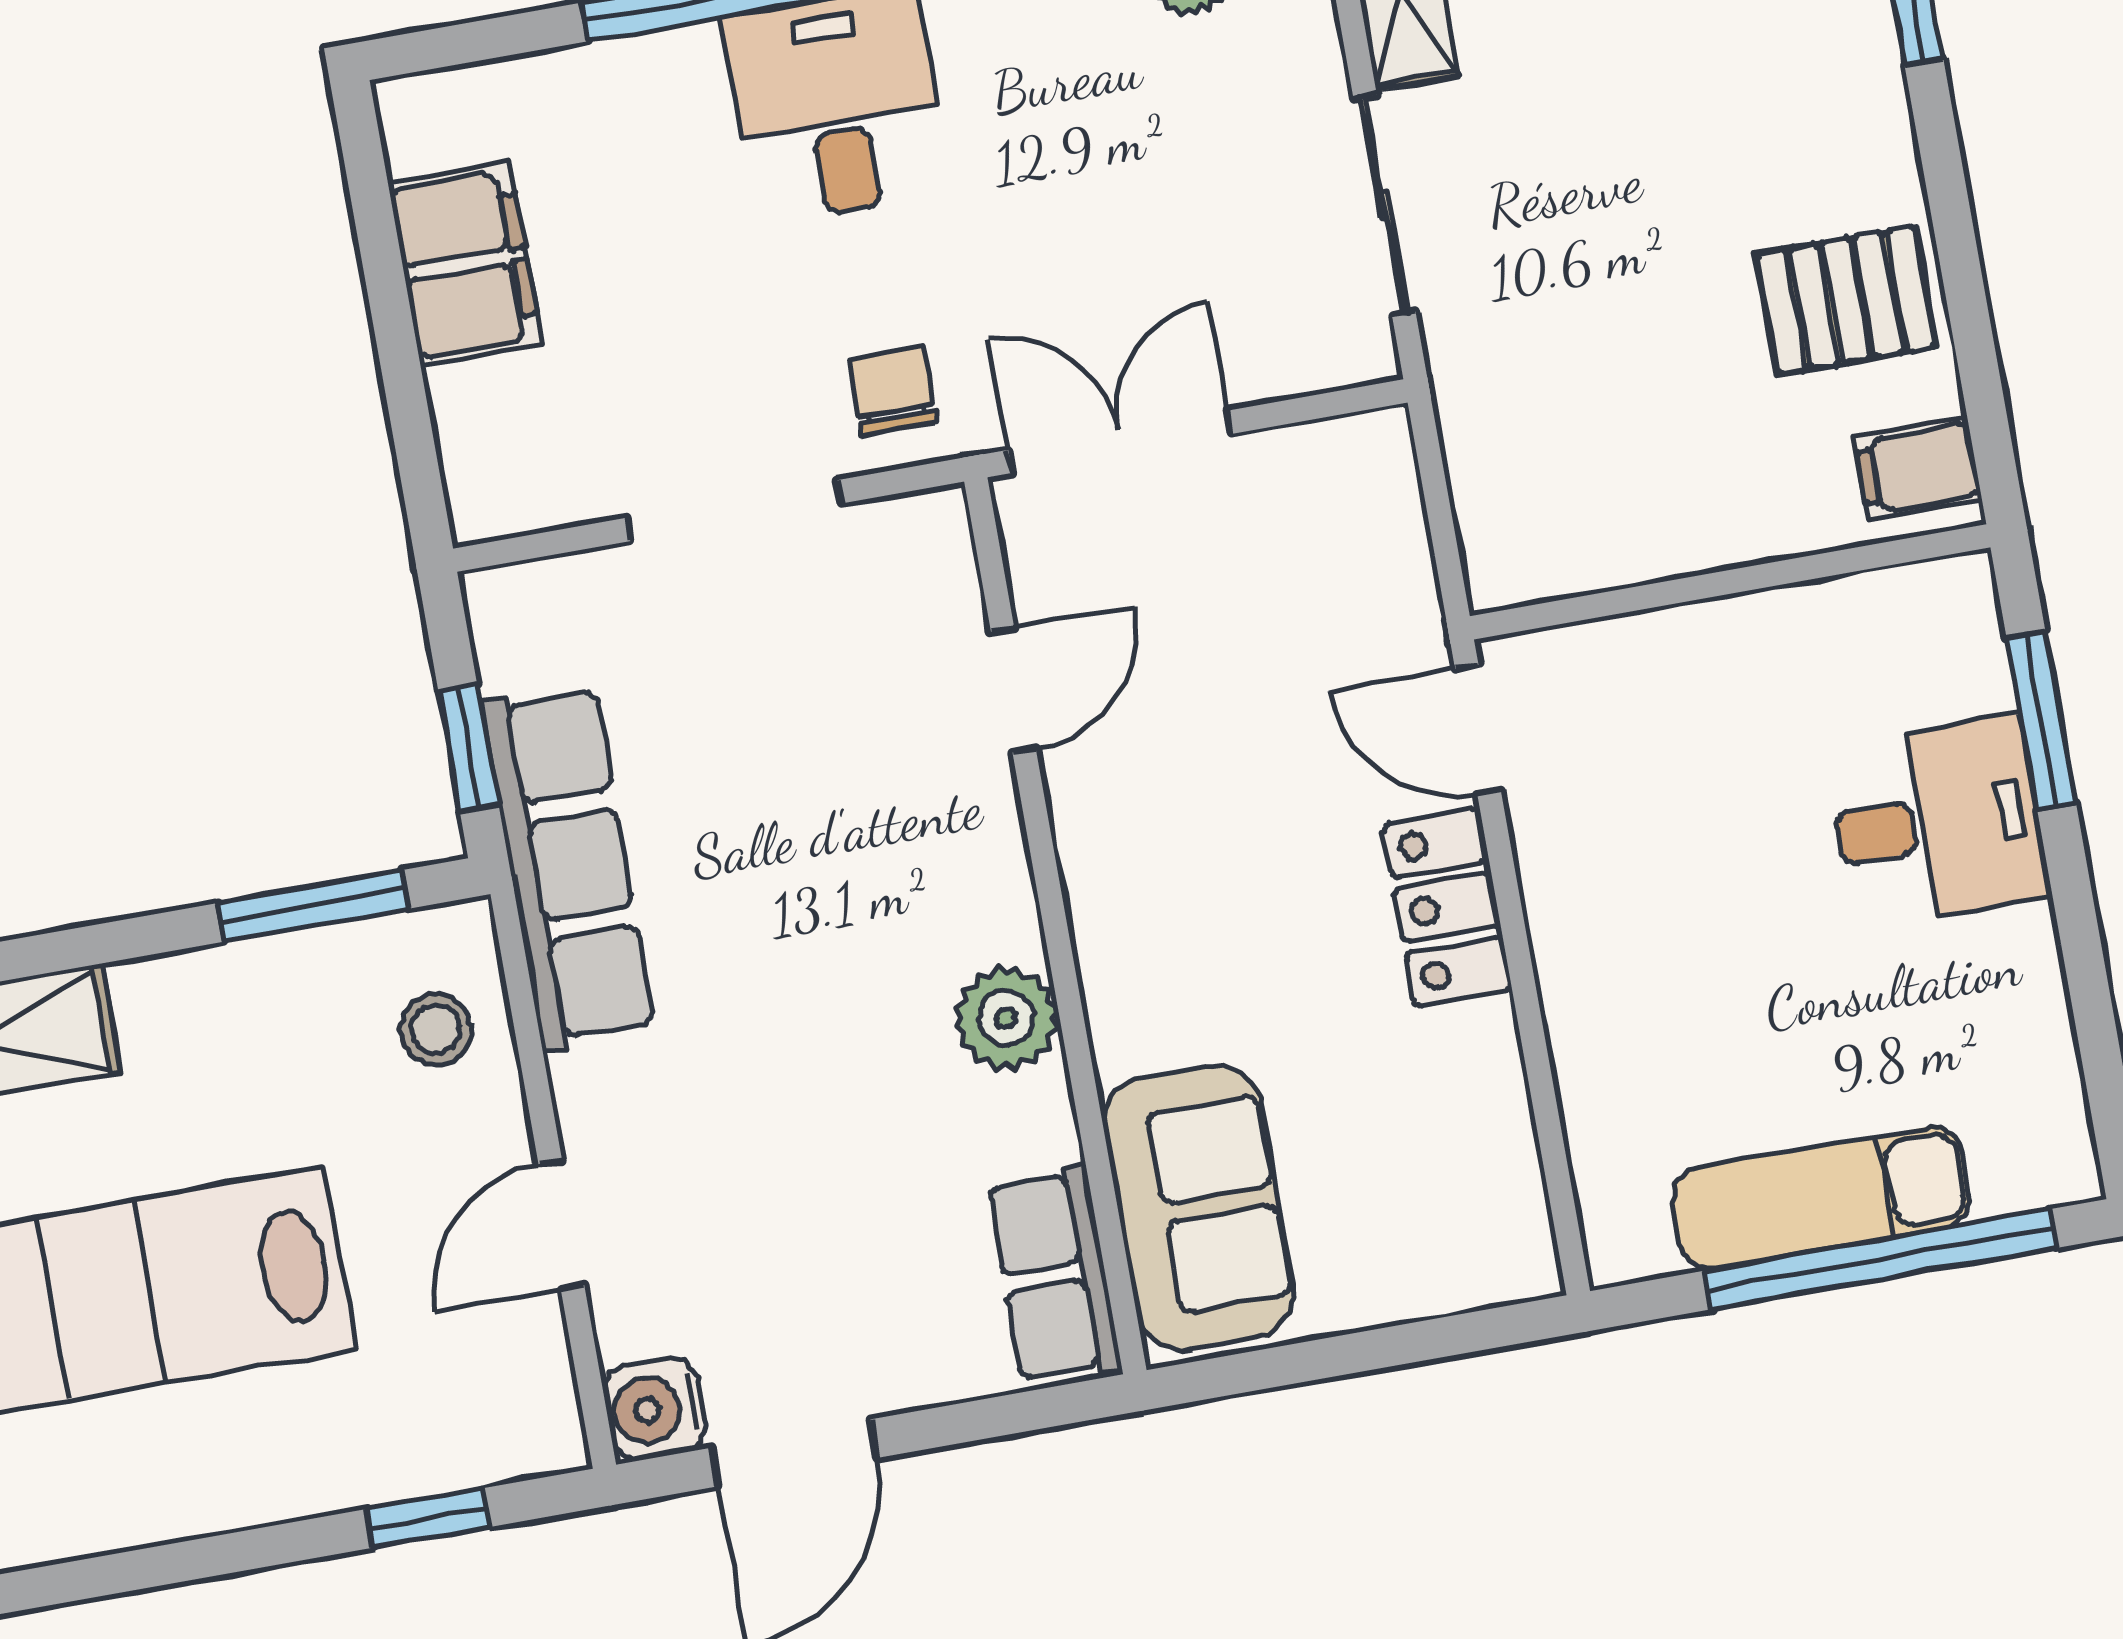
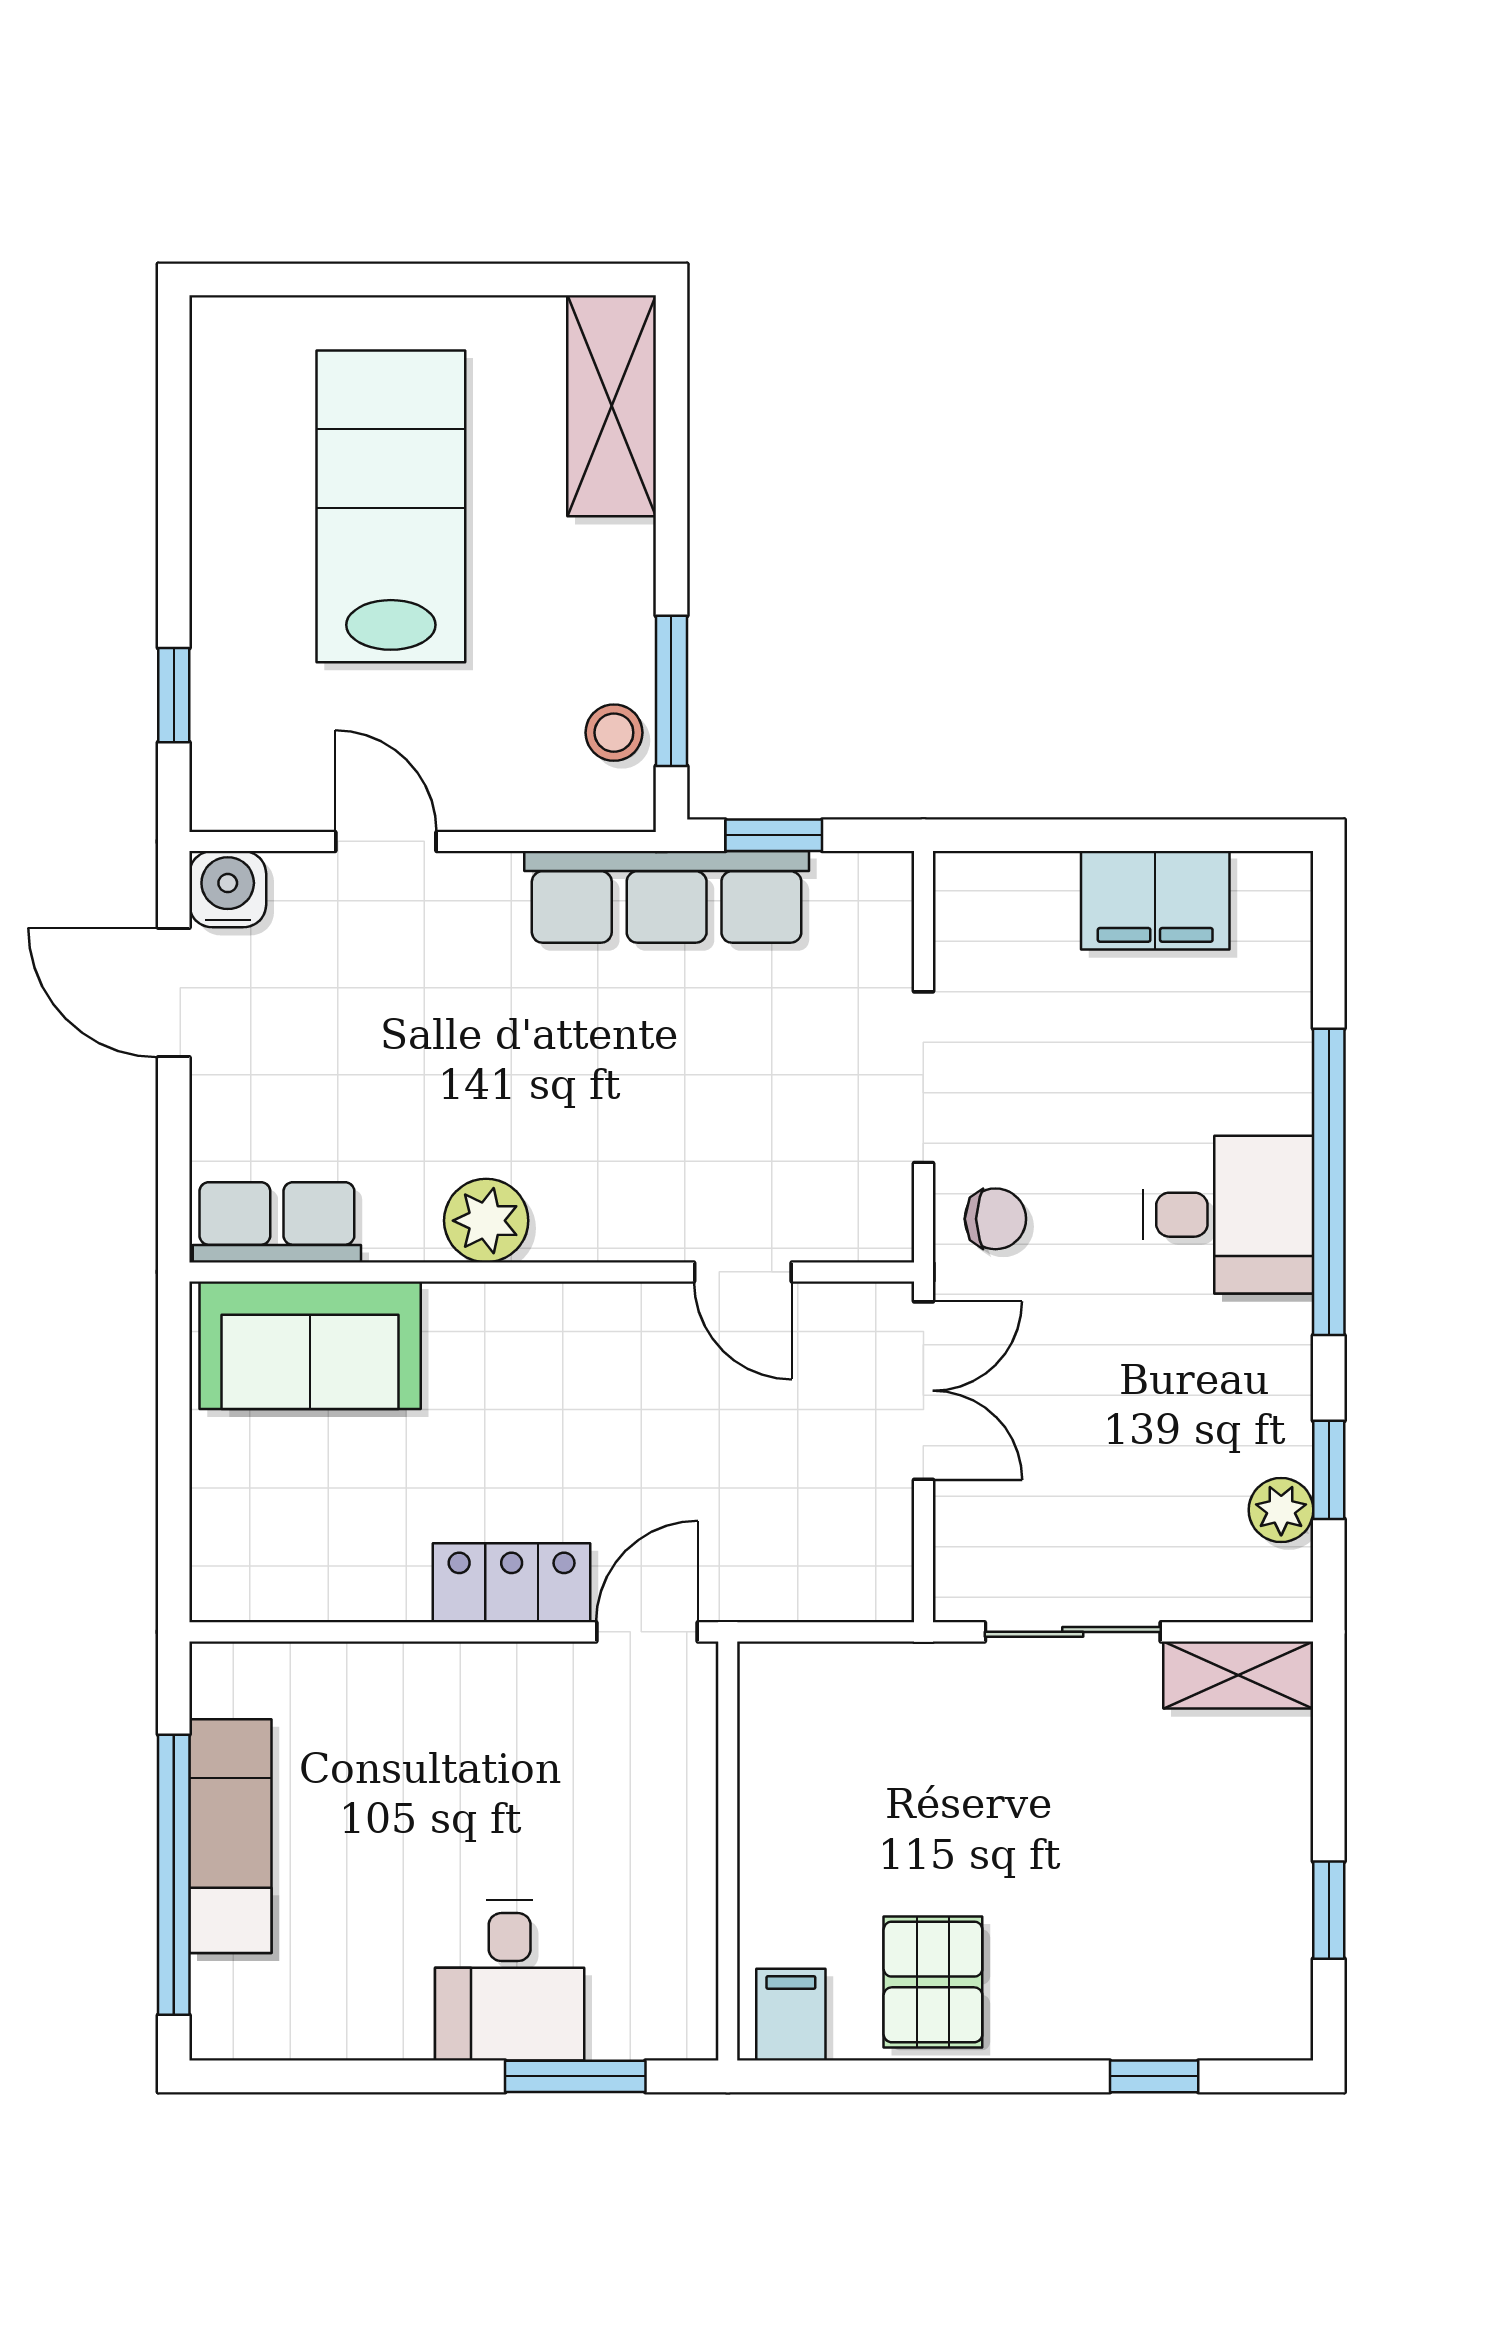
stool: (436, 1029) -> (614, 733), moved

